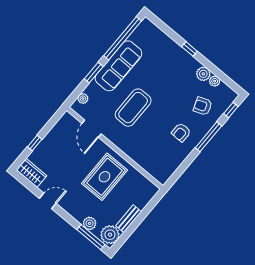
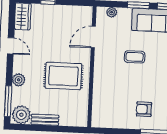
coffee table: (133, 108) -> (135, 57), width x0.54, depth x0.58
plant: (90, 223) -> (19, 80), moved

